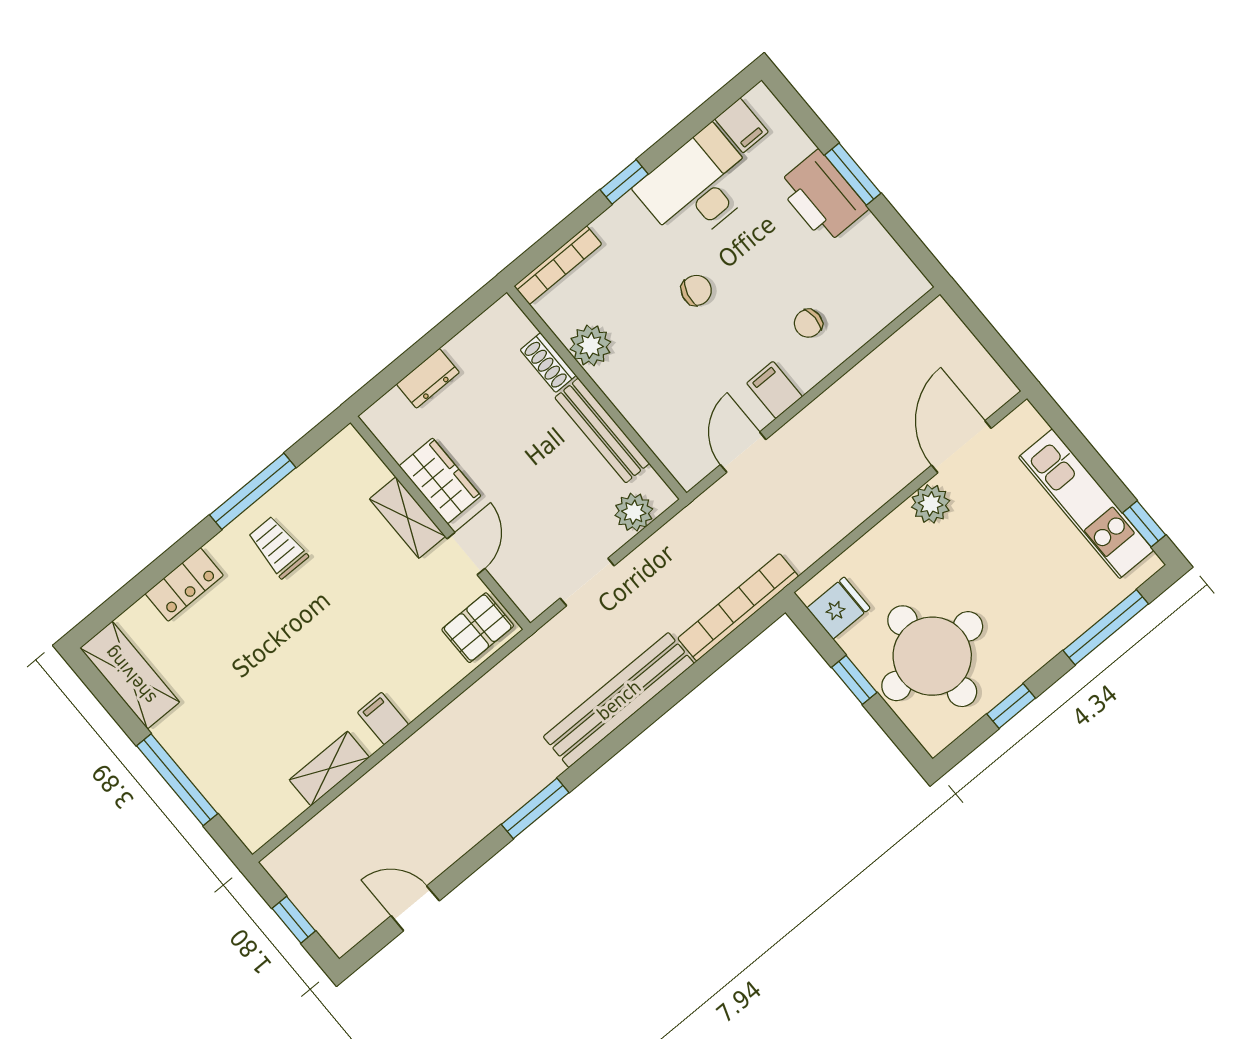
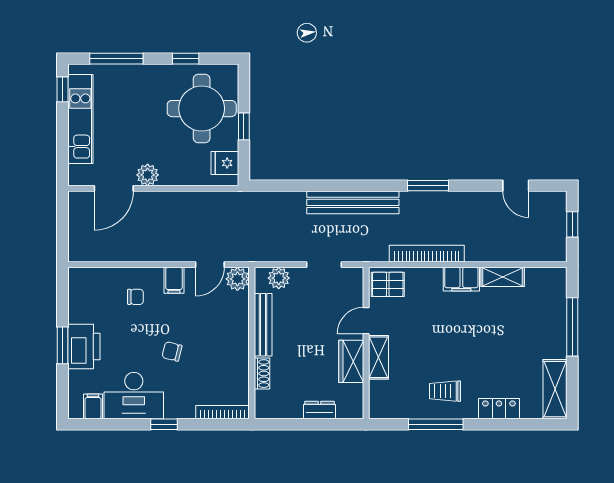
plant: (590, 345) -> (237, 279), moved
trolley: (278, 547) -> (445, 391), turned 90
bookcase: (738, 607) -> (427, 254), moved, turned 180
filing cabinet: (383, 719) -> (461, 279), width x2.00

